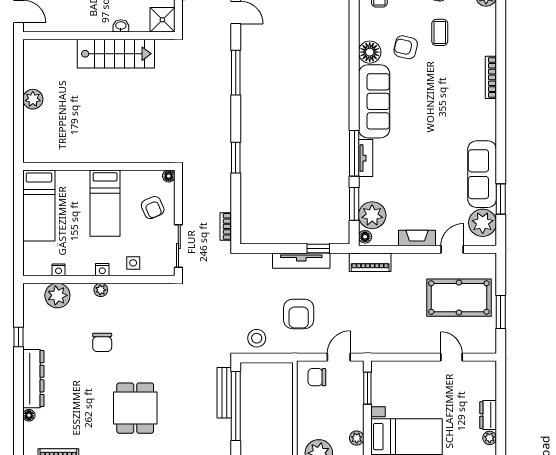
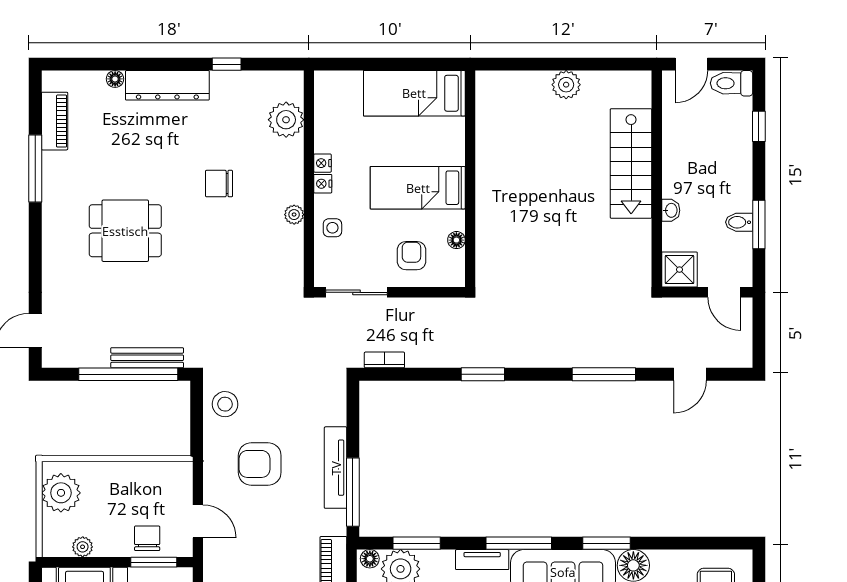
stairs: (116, 54) -> (631, 163), moved
window: (354, 71) -> (606, 543), added
window: (354, 153) -> (519, 543), moved
floor lamp: (169, 176) -> (456, 240), moved
armchair: (153, 208) -> (411, 256), turned 113
window: (318, 249) -> (353, 492), width x2.17
nightstand: (59, 270) -> (323, 163), moved
plant: (101, 290) -> (294, 215), moved
chair: (317, 377) -> (147, 538), moved

